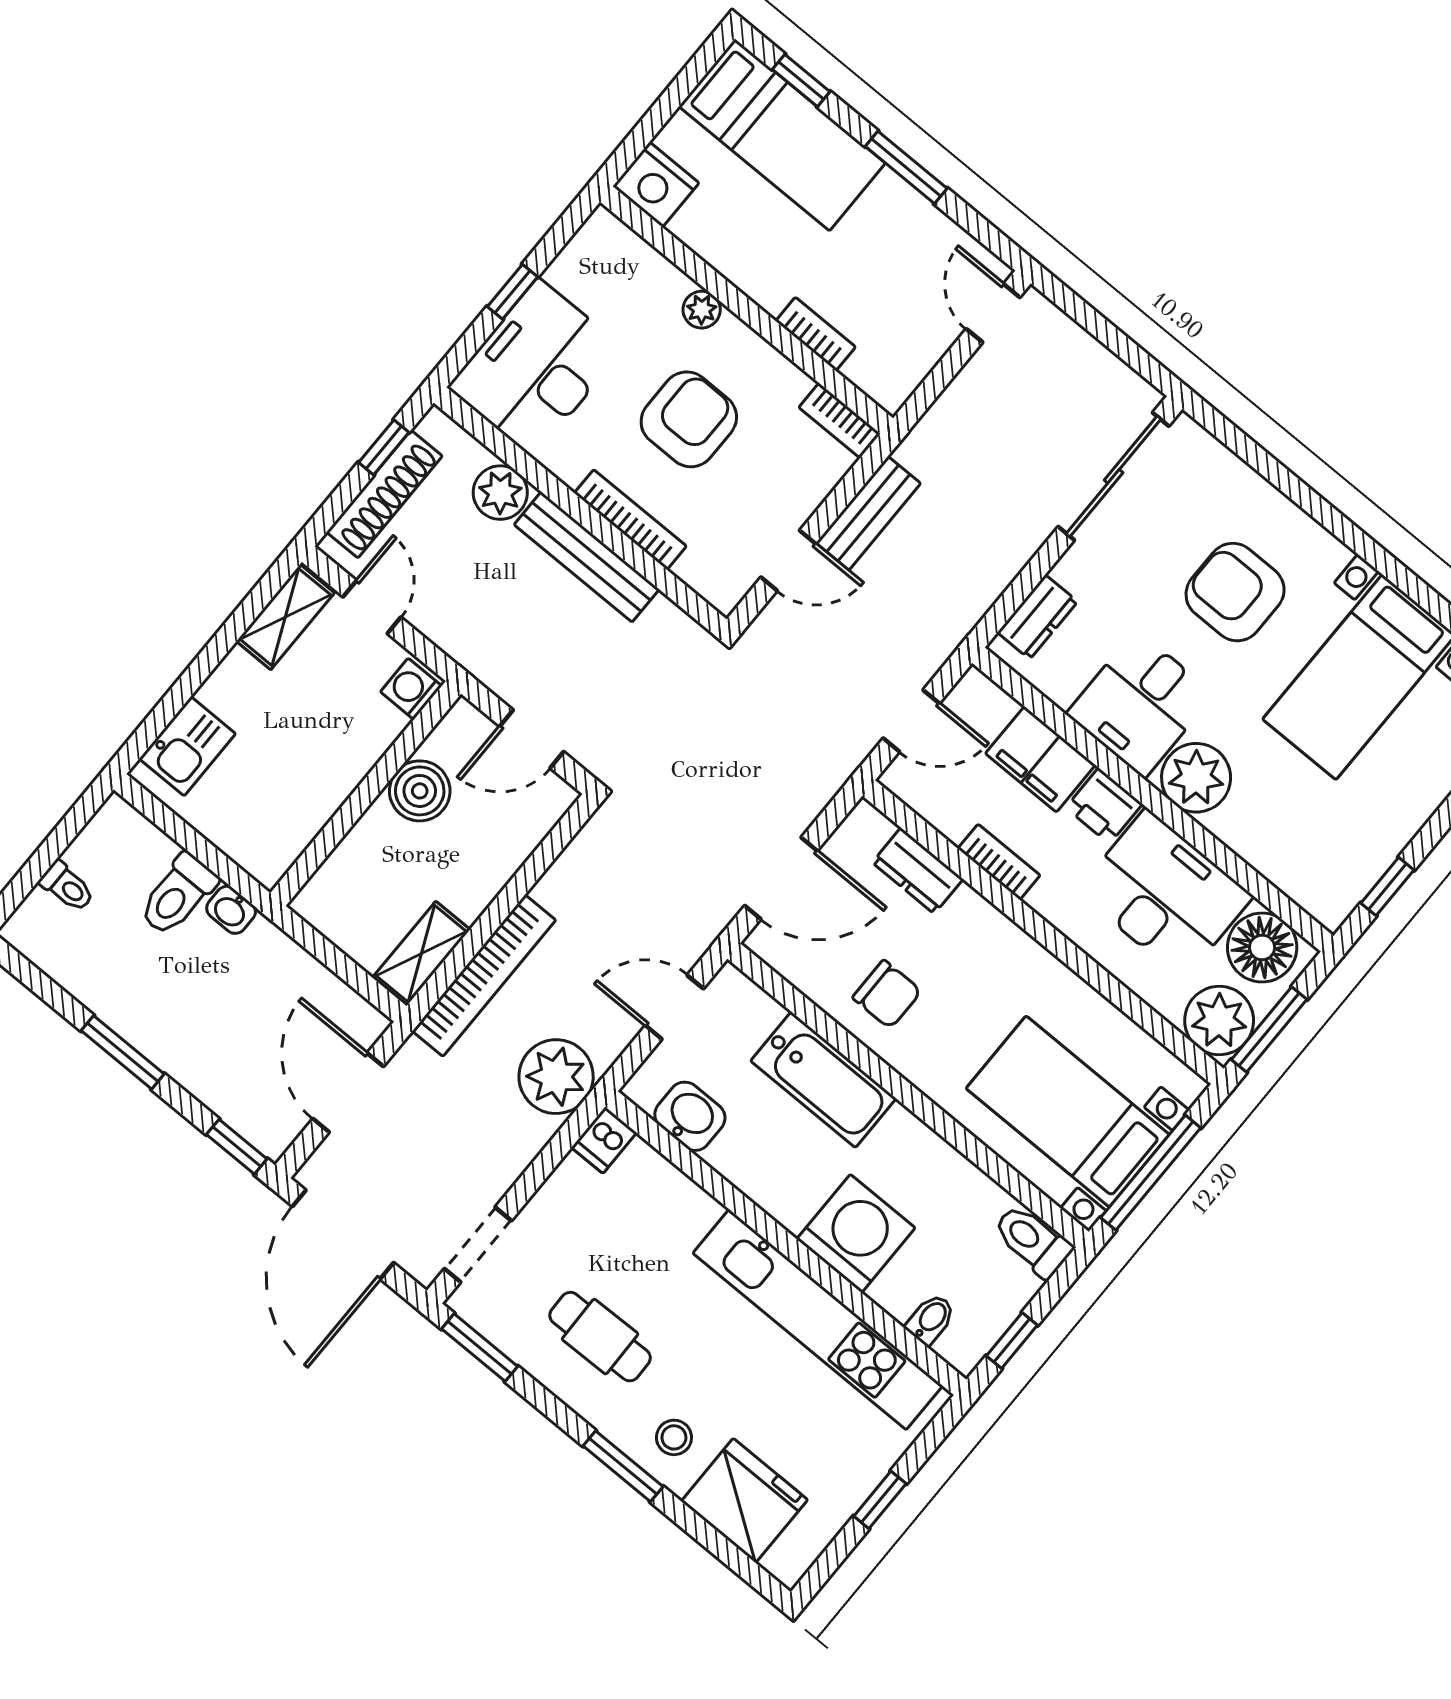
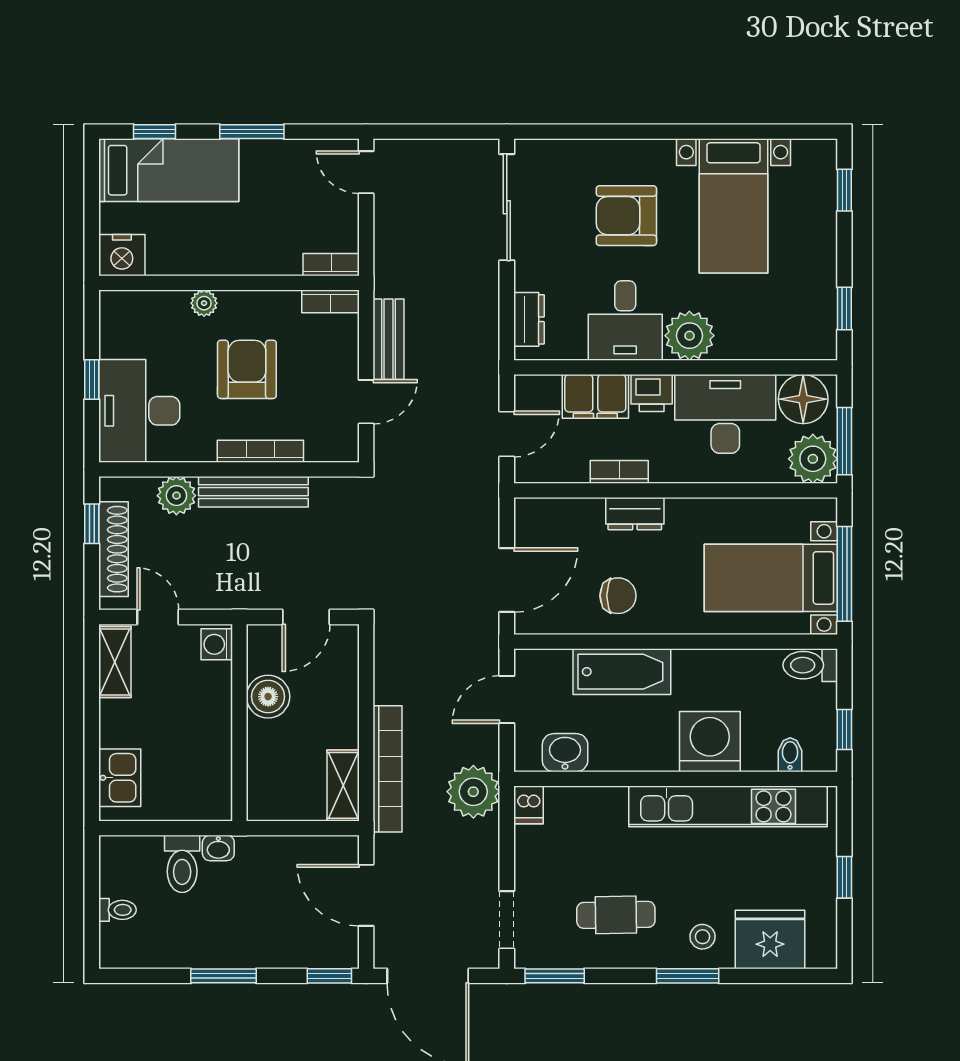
bookcase: (816, 334) -> (331, 265), moved
dresser: (918, 871) -> (635, 514), moved

